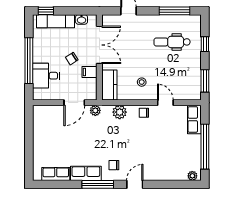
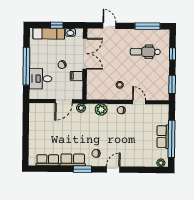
window: (46, 11) -> (57, 25), moved
kitchen counter: (109, 85) -> (93, 87), removed
row of seats: (194, 119) -> (163, 137), moved
window: (98, 184) -> (82, 169), width x0.69

